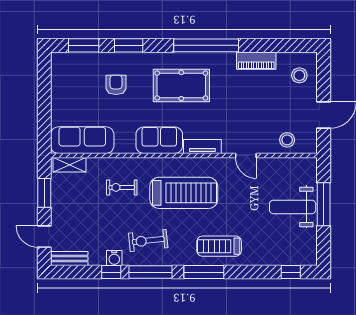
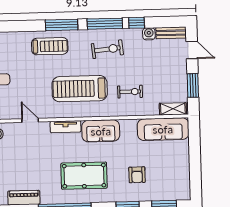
water cooler: (114, 258) -> (149, 34), moved

